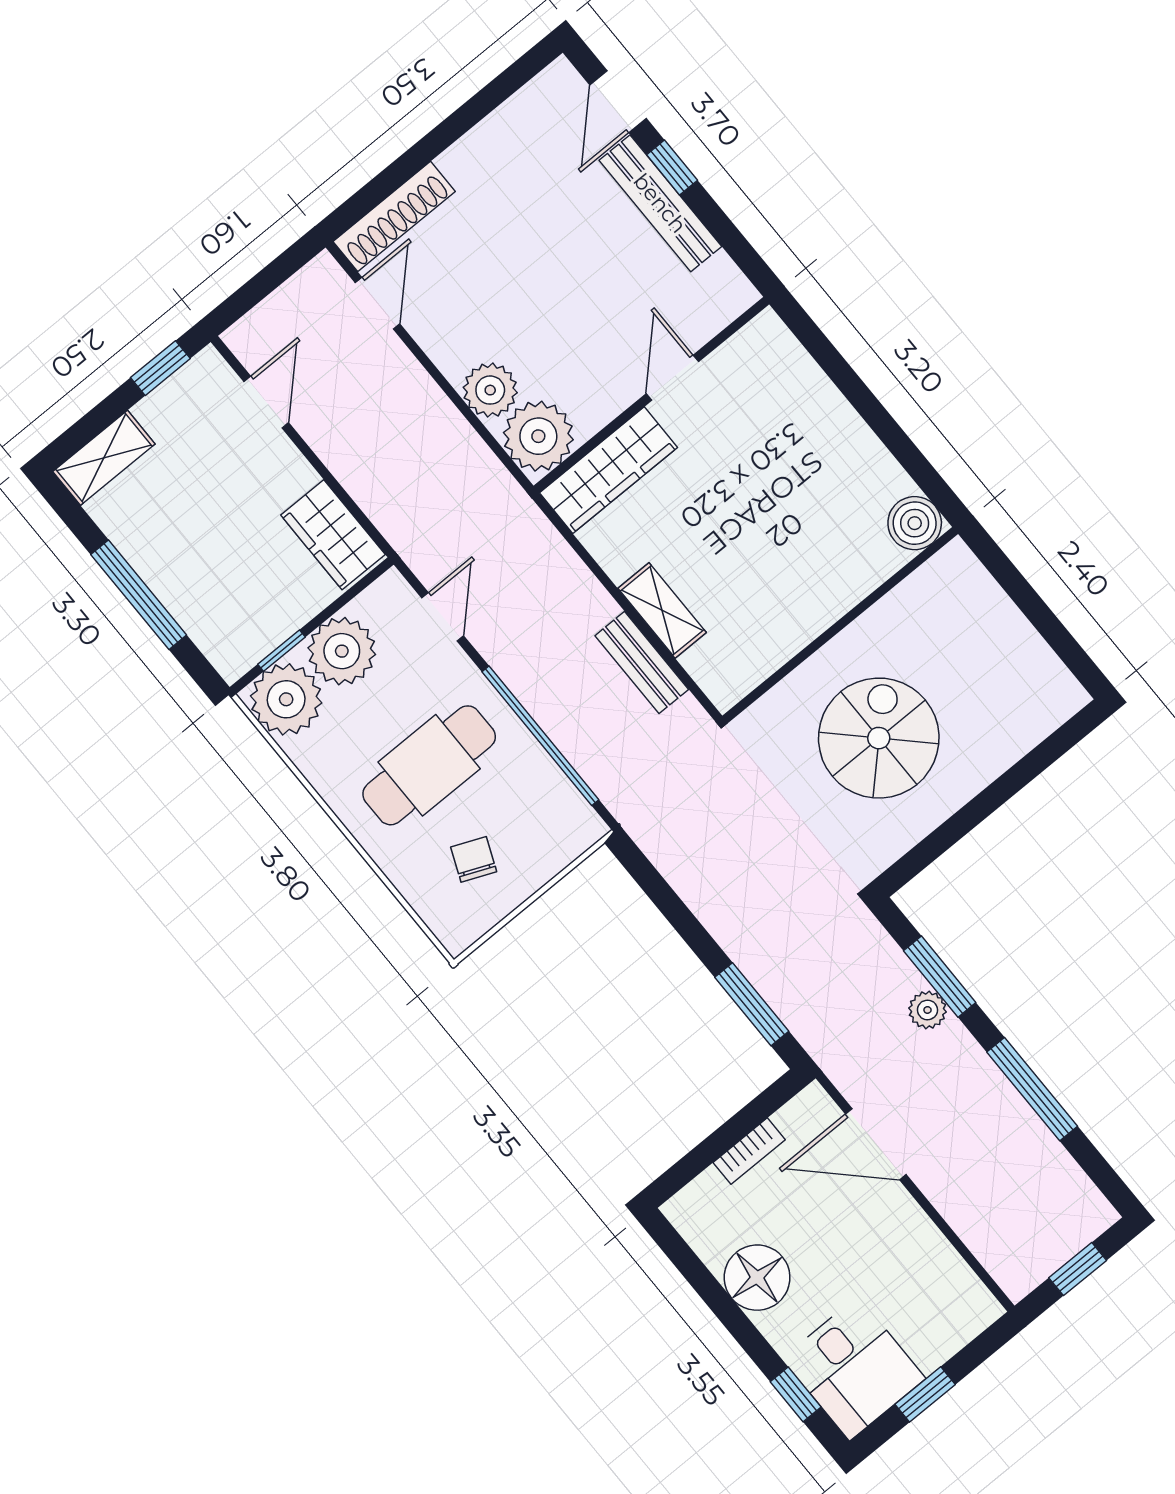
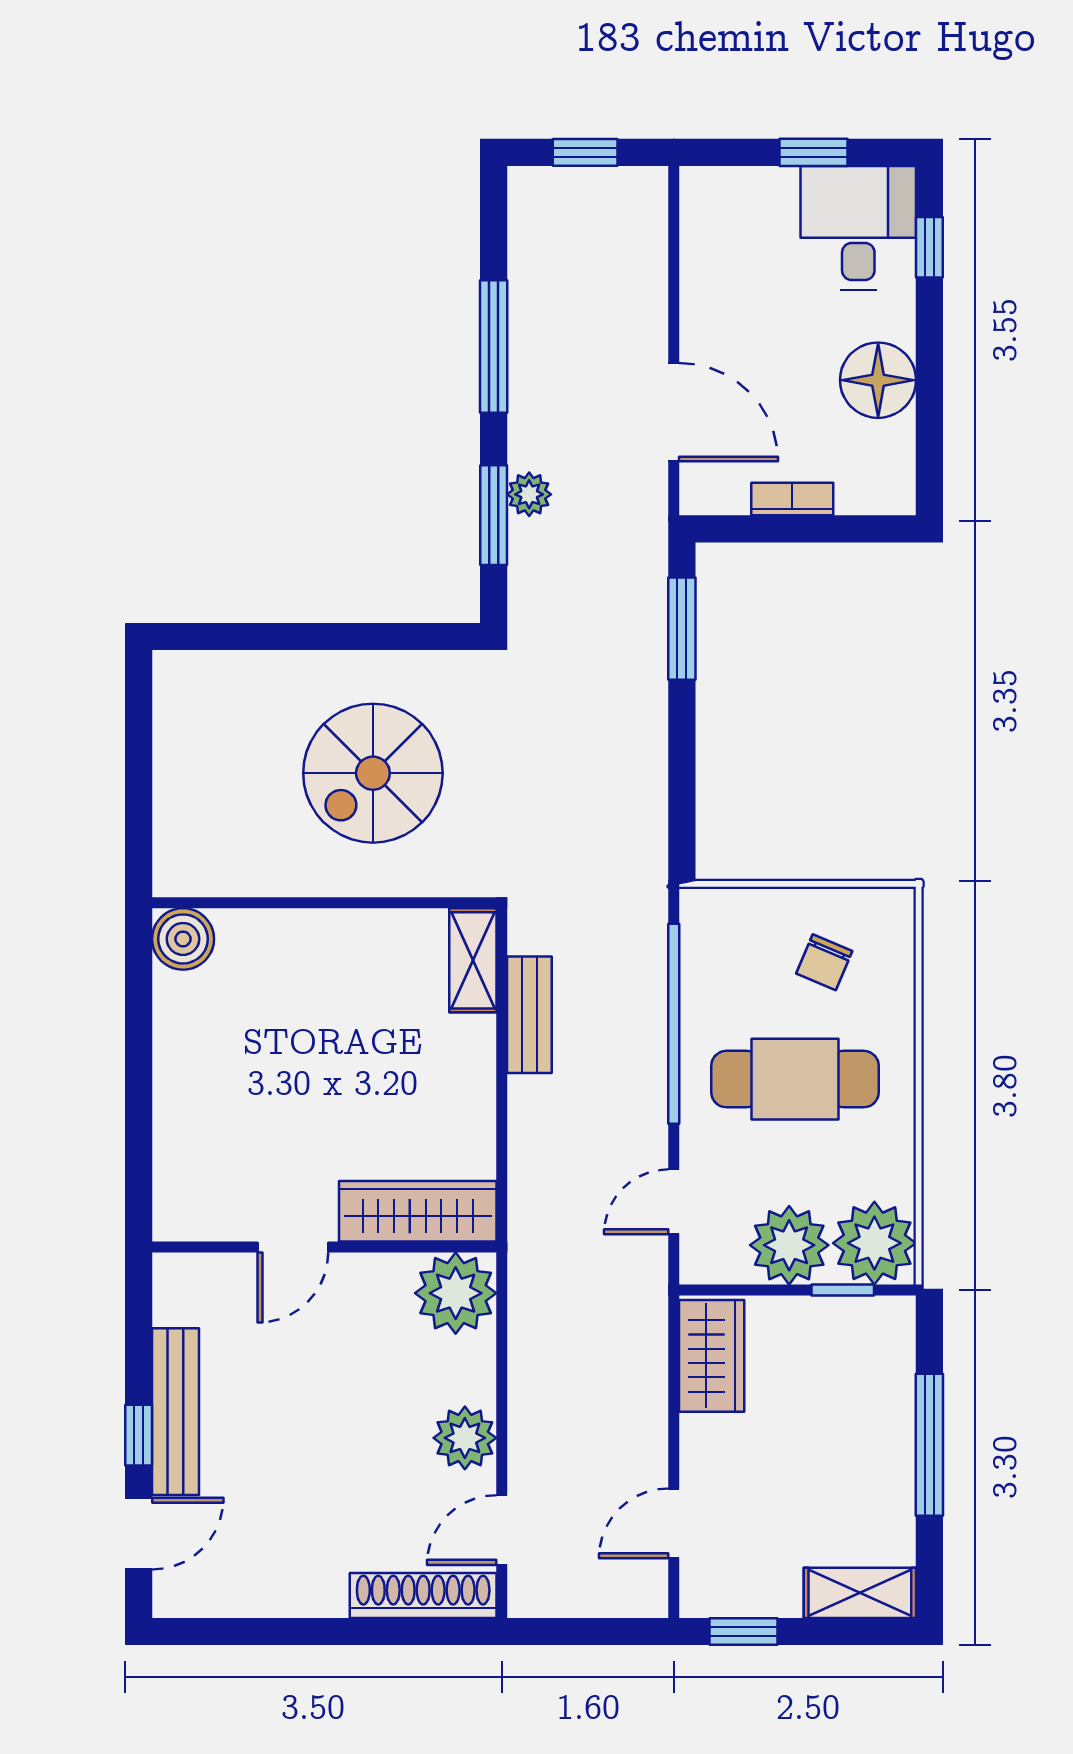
plant: (490, 390) -> (465, 1438), moved
shelving: (662, 610) -> (473, 960), moved

